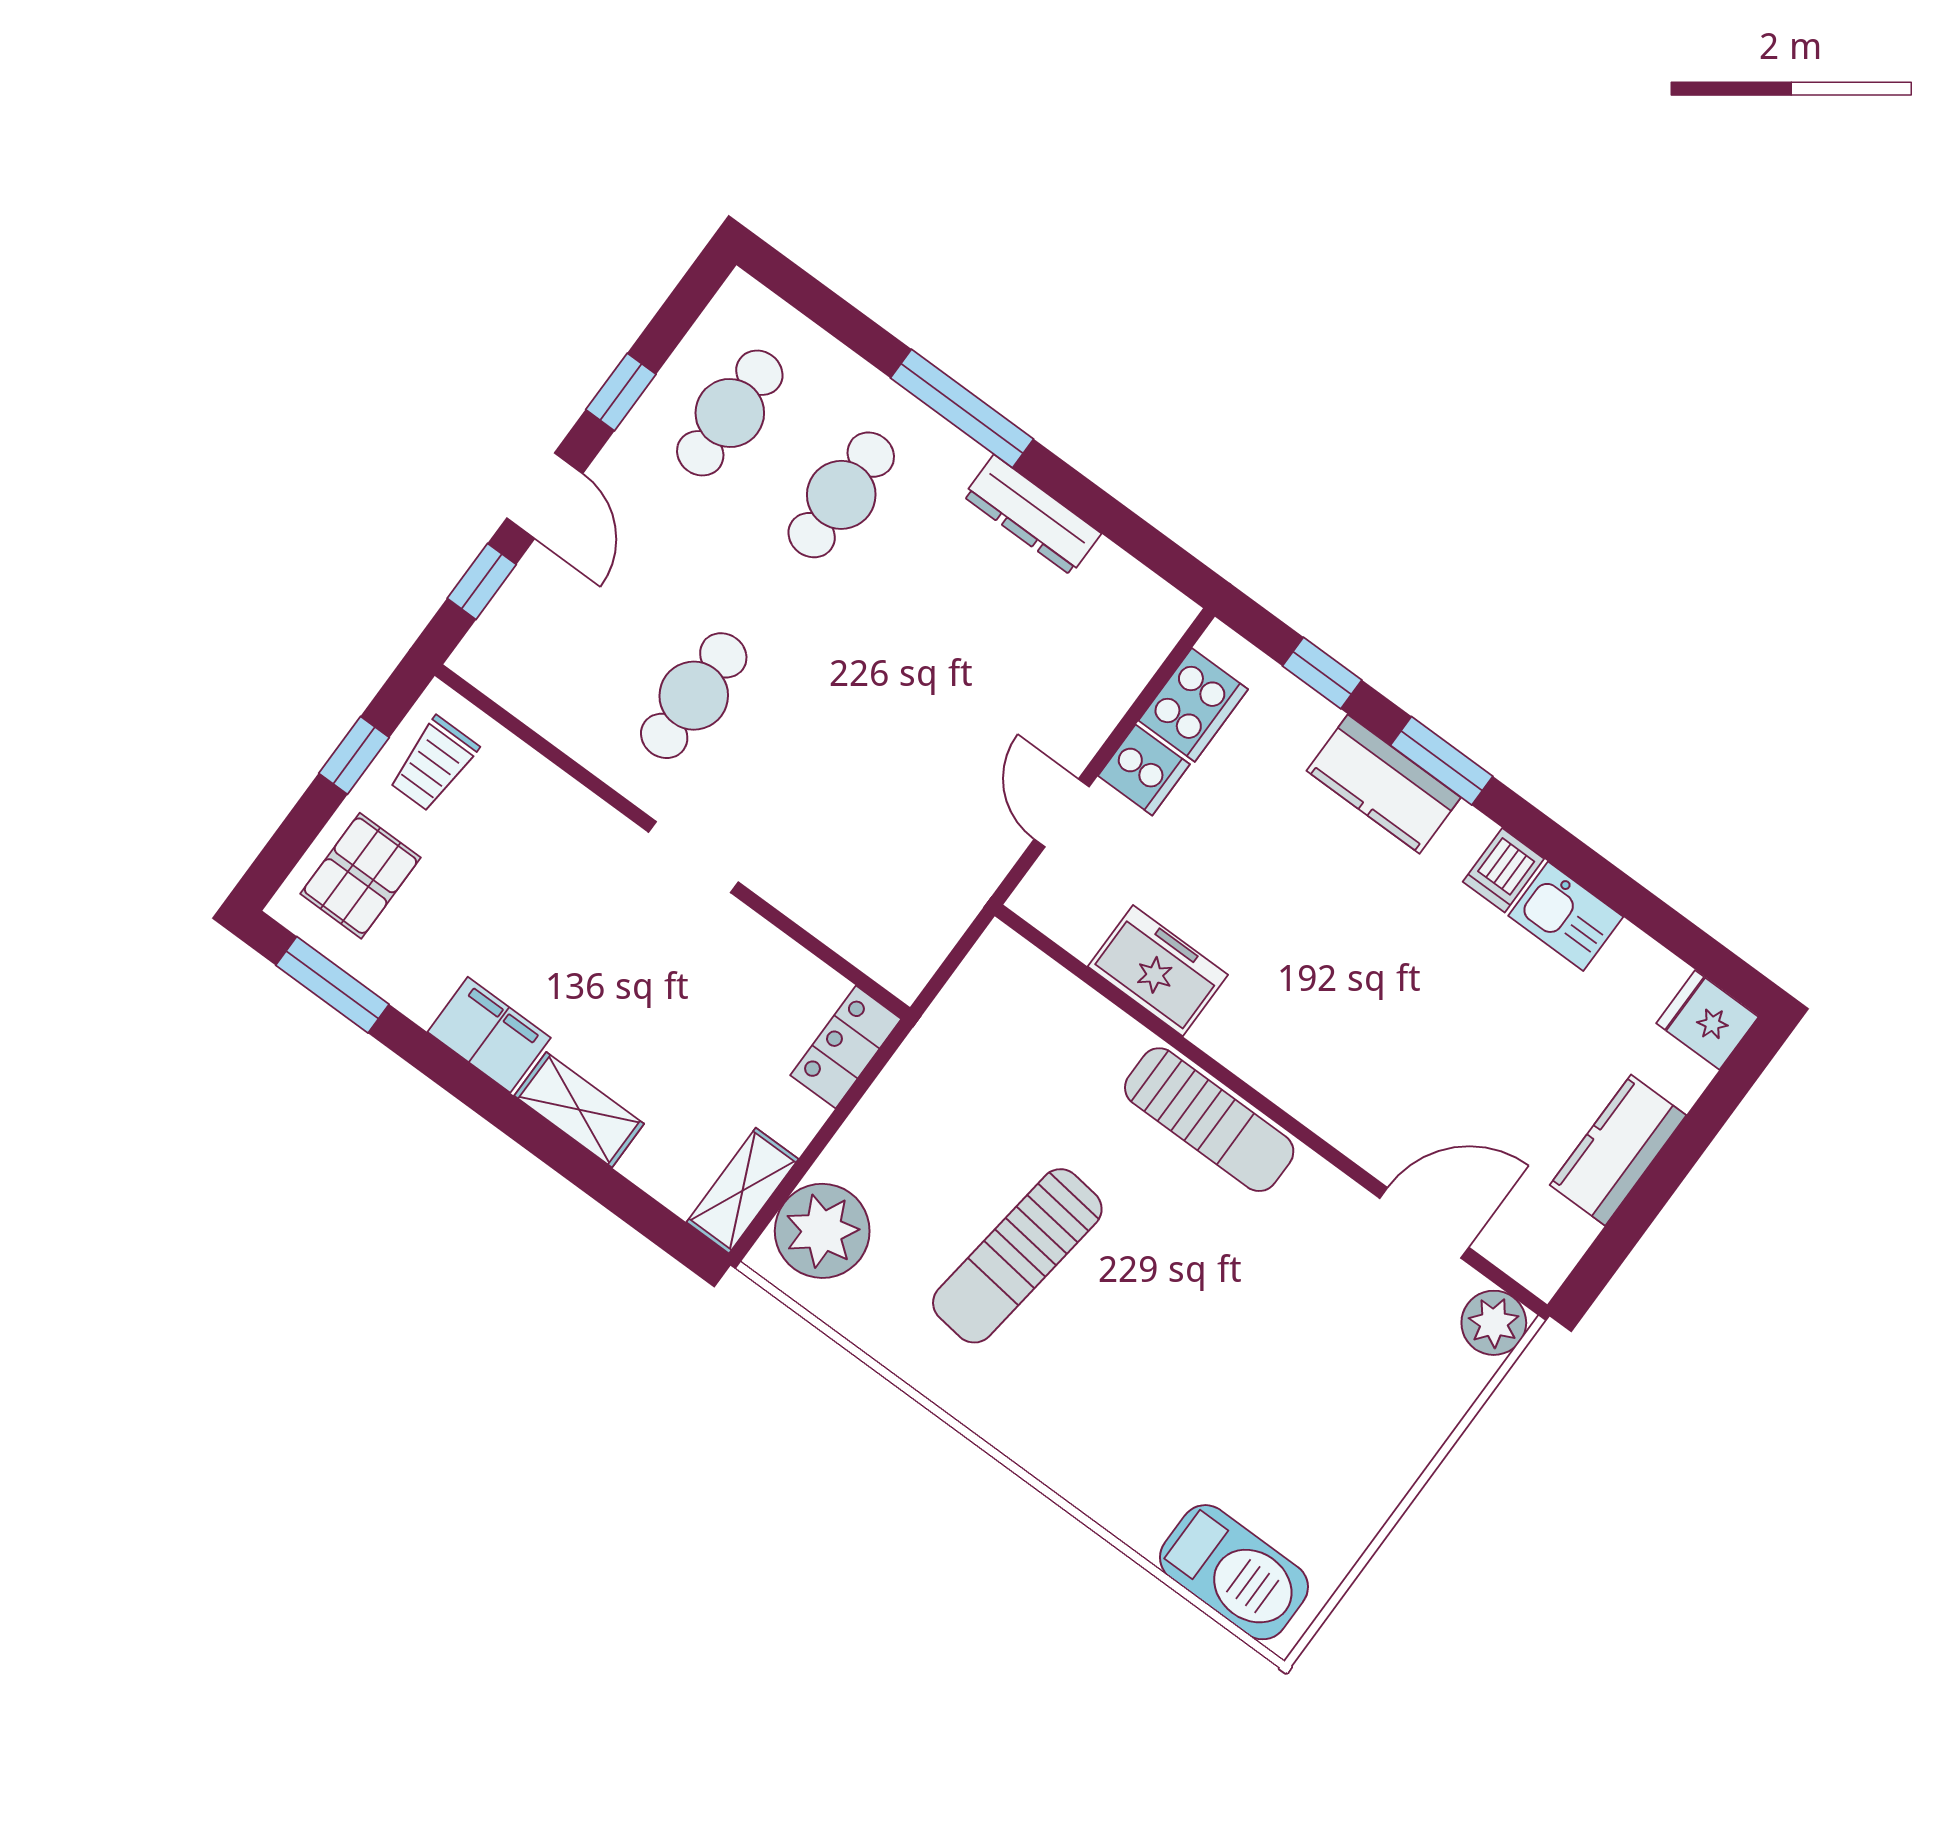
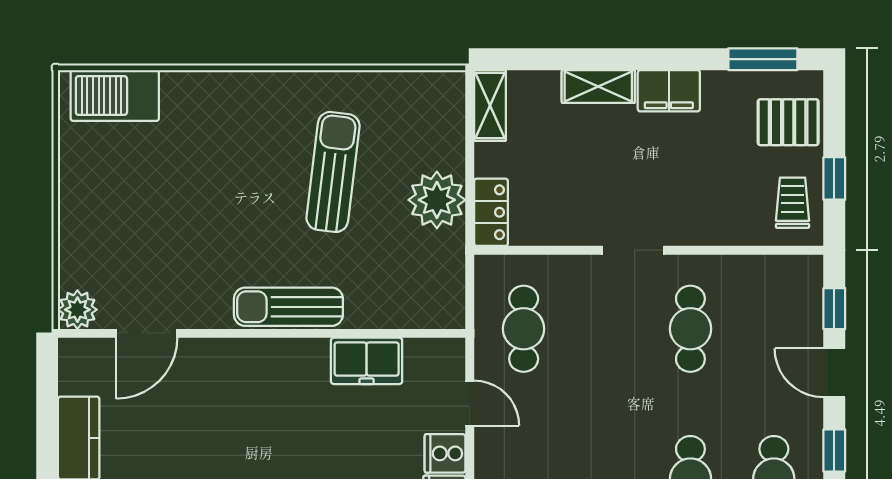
cafe table: (917, 859) -> (524, 329), added
pallet: (360, 876) -> (788, 122), turned 90
plant: (822, 1231) -> (437, 200), moved

